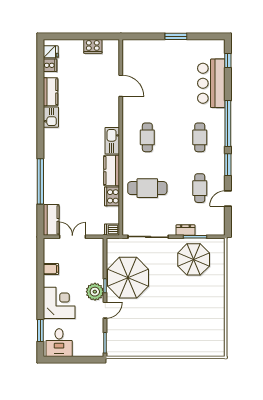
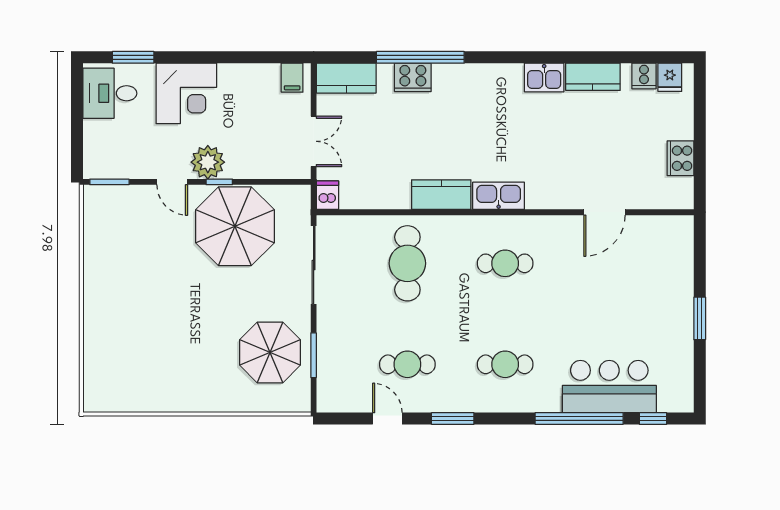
window: (228, 123) -> (579, 418), moved
cooker: (112, 196) -> (413, 77), moved, turned 180
dresser: (185, 230) -> (327, 337), removed
double door: (72, 237) -> (314, 141), moved
filing cabinet: (51, 269) -> (292, 78), moved

